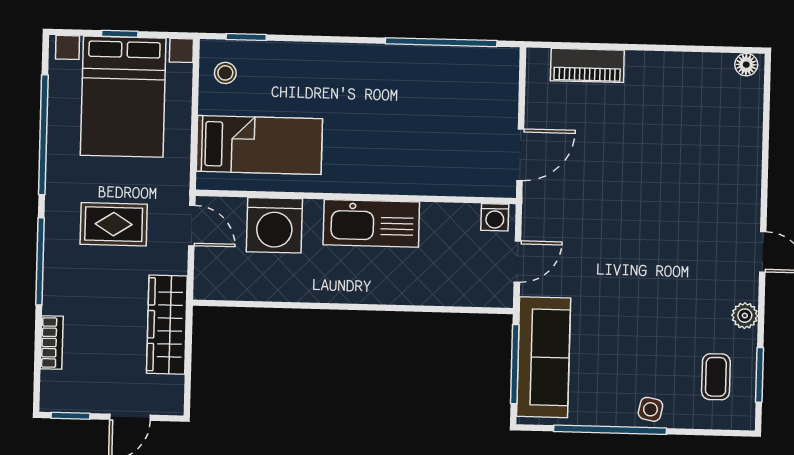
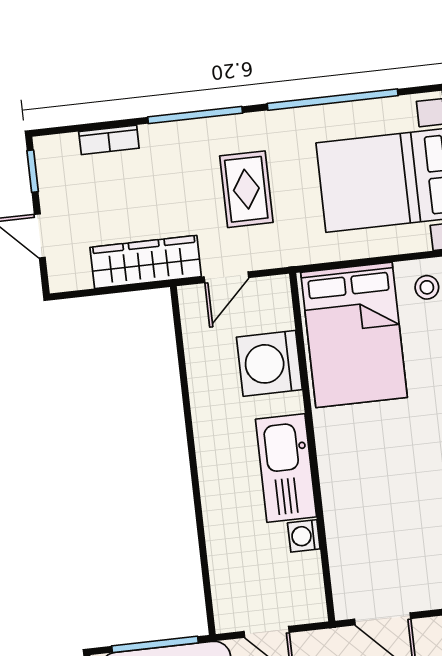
bed: (259, 145) -> (354, 335), width x1.50
washing machine: (495, 217) -> (304, 536), moved
door: (192, 226) -> (226, 277), moved

